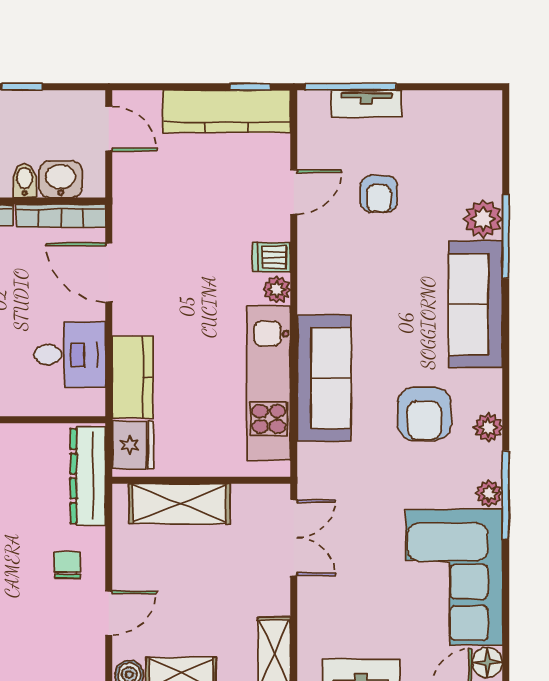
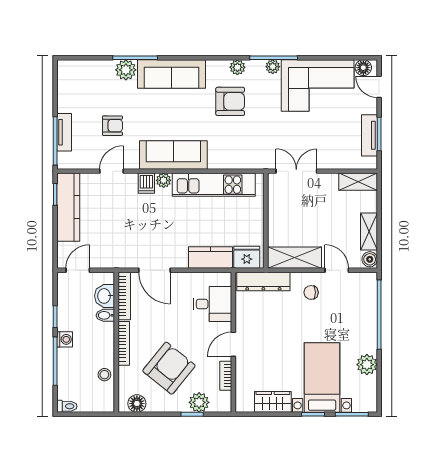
door: (294, 192) -> (111, 171), hinge flipped
door: (109, 272) -> (154, 270), hinge flipped
desk: (70, 355) -> (212, 304), moved, turned 90
sofa: (324, 378) -> (173, 155), moved
shelving: (179, 504) -> (294, 258), moved, turned 90

